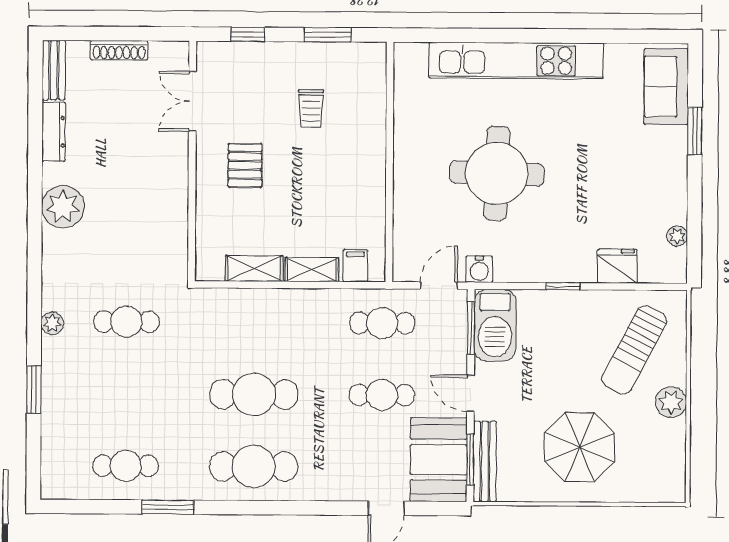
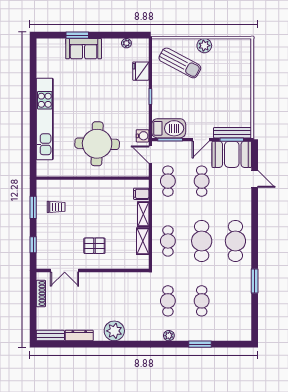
shoe rack: (119, 50) -> (41, 294), moved
sofa: (666, 87) -> (84, 49), moved
trolley: (311, 109) -> (56, 207), moved
round table: (497, 173) -> (97, 144), moved
cafe table: (254, 322) -> (168, 241), added
parasol: (580, 447) -> (226, 88), removed
cafe table: (126, 466) -> (202, 301), moved

